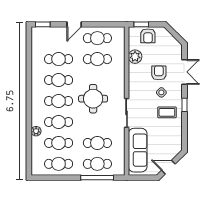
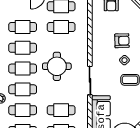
plant: (135, 57) -> (98, 25), removed
armchair: (159, 73) -> (122, 41), turned 88

